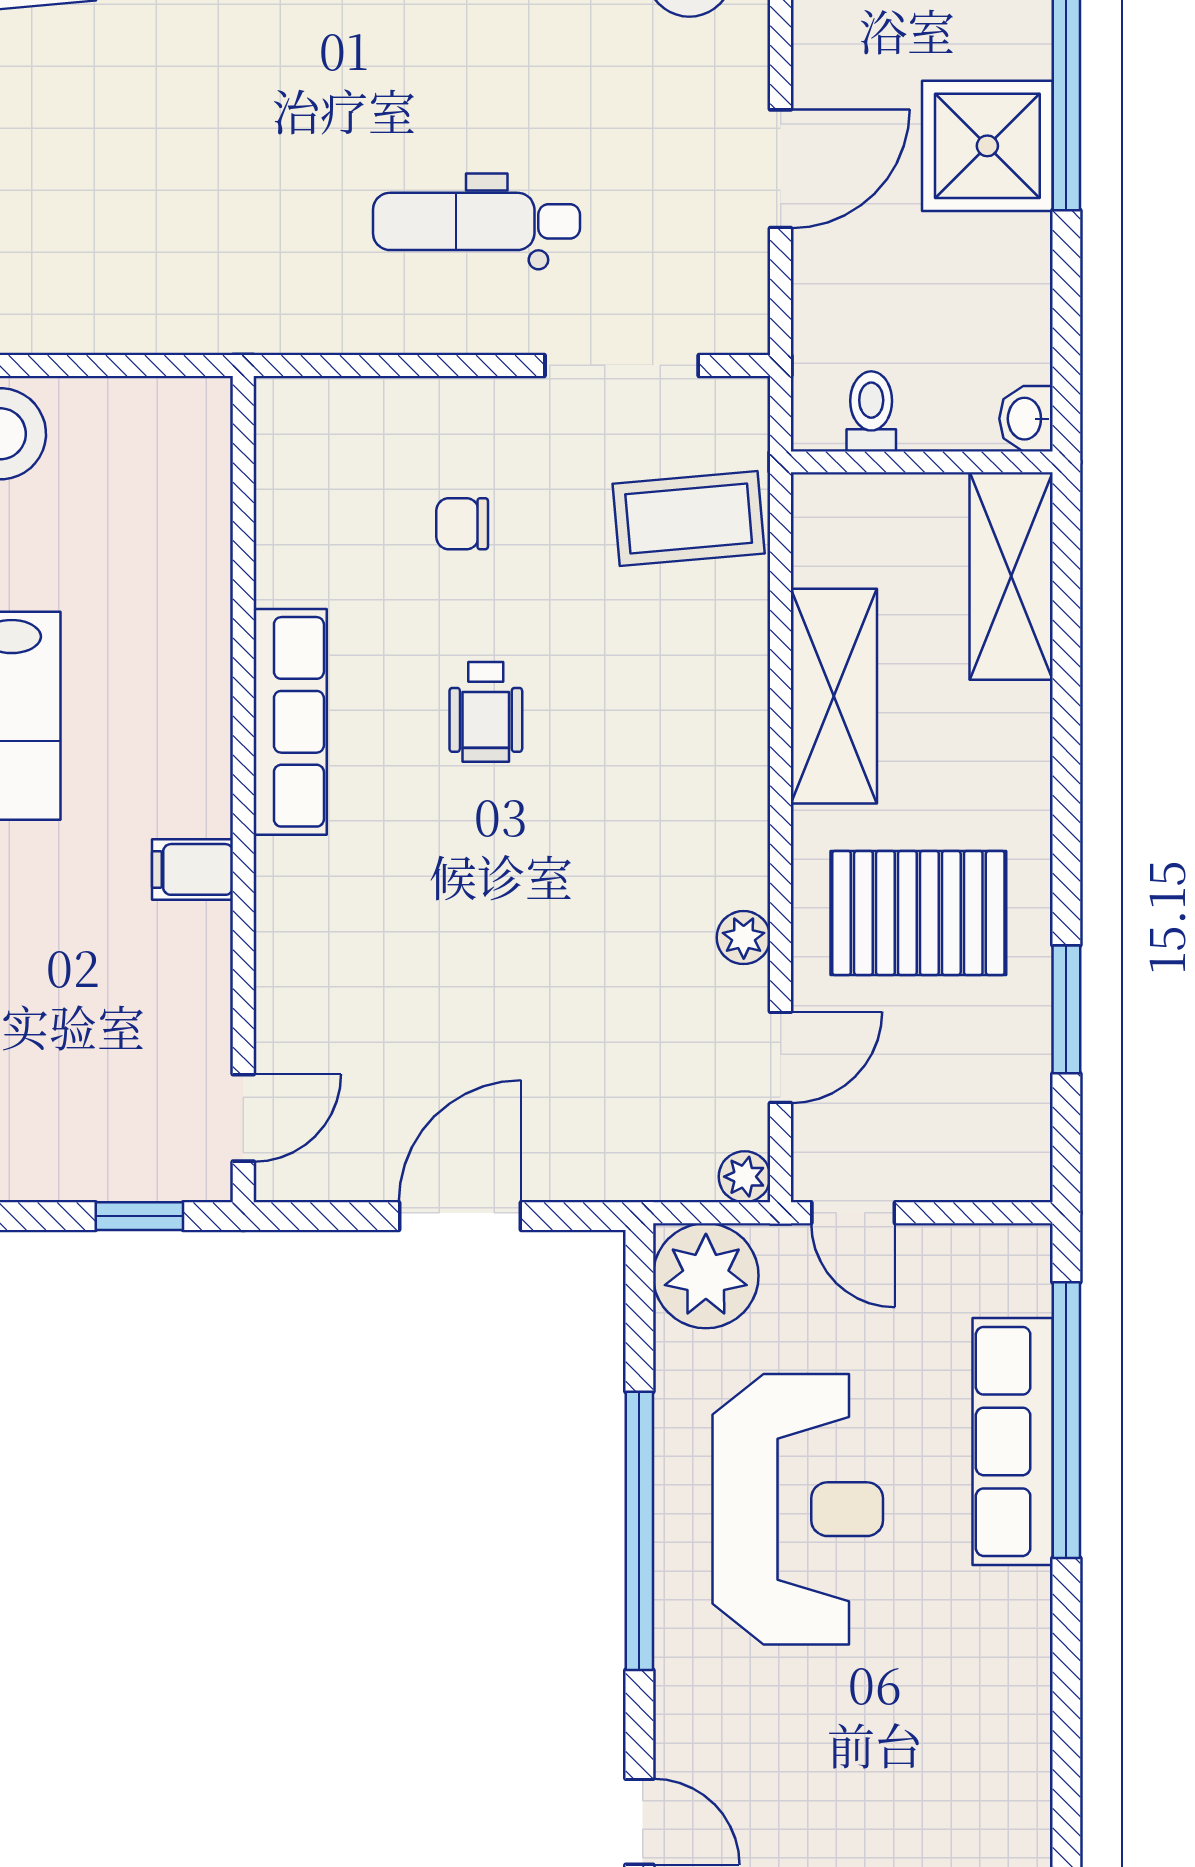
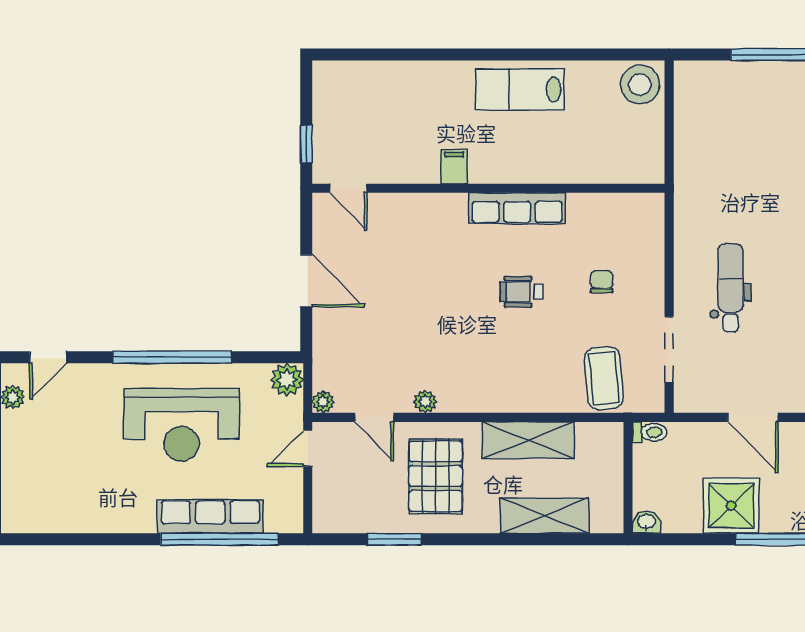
shower: (987, 146) -> (731, 506), moved
toilet: (871, 411) -> (650, 432), moved
shelving: (1011, 576) -> (544, 516), moved
plant: (706, 1276) -> (287, 379), width x0.73, depth x0.73

